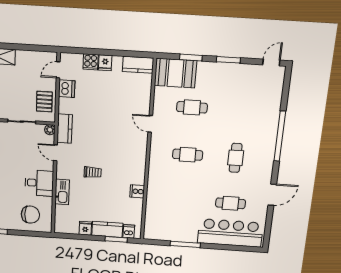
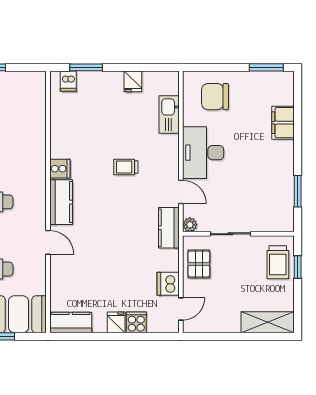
desk: (39, 183) -> (203, 153), width x1.37
cooker: (137, 191) -> (60, 169), moved
kitchen sink: (62, 192) -> (169, 114), moved
kitchen counter: (107, 229) -> (61, 202), moved, turned -90

